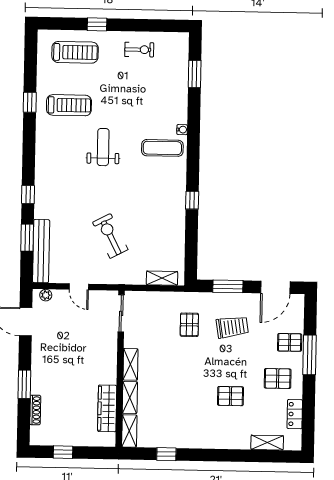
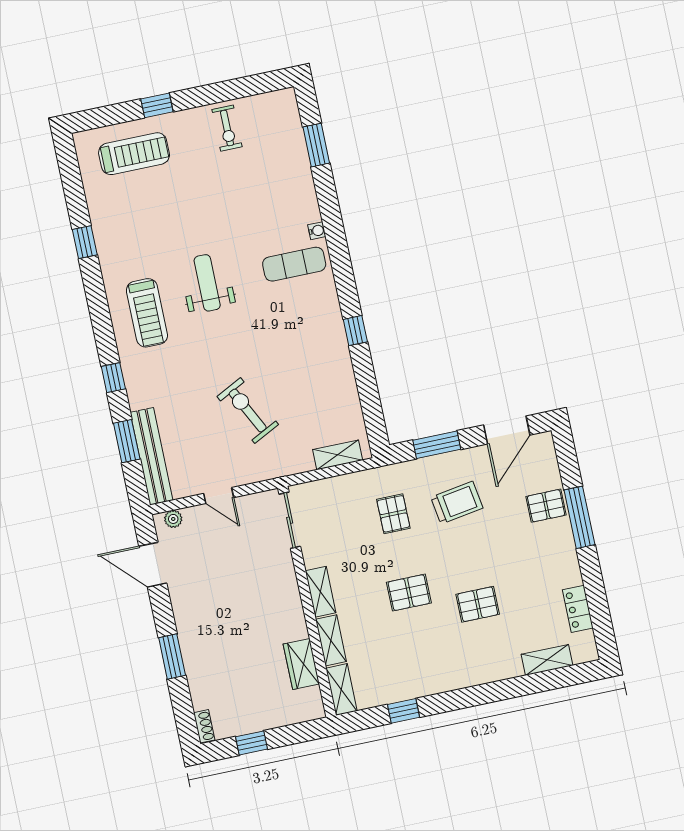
exercise bike: (139, 50) -> (227, 128), turned 90
treadmill: (69, 105) -> (147, 313), moved, turned 90
pallet: (278, 379) -> (409, 593), moved
wardrobe: (107, 408) -> (301, 664), width x0.67
shoe rack: (35, 410) -> (204, 726), moved, width x0.70

